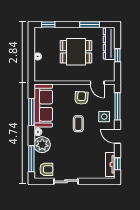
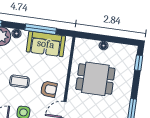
dining table: (76, 52) -> (95, 79), moved, turned 90
sofa: (43, 106) -> (46, 44), width x0.73

